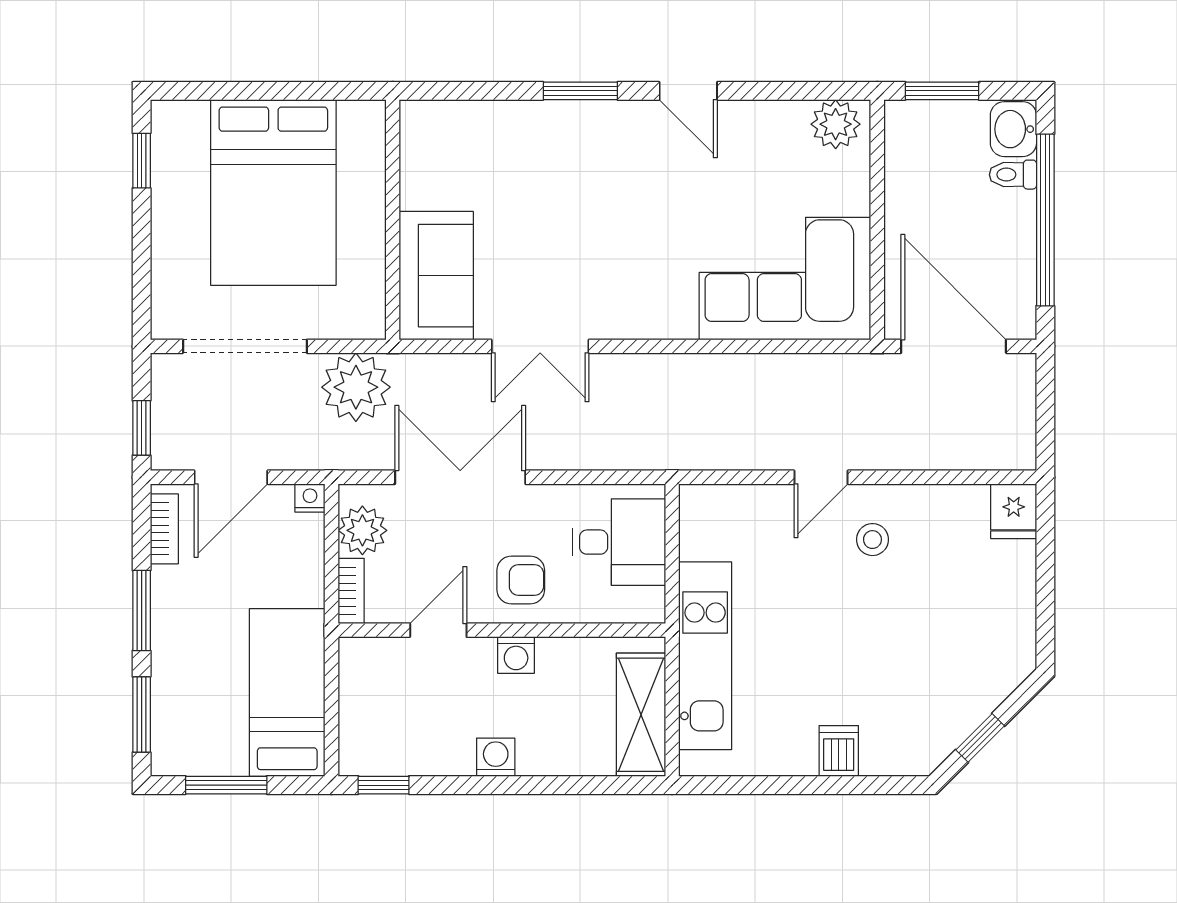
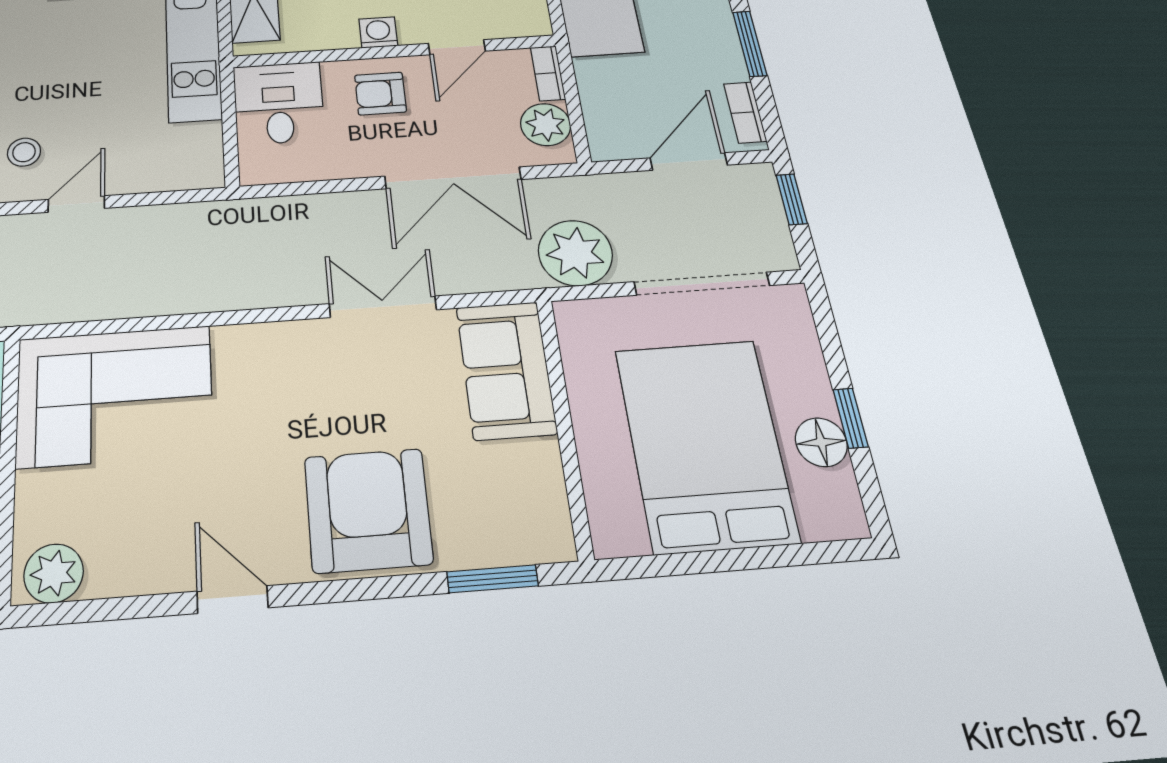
window: (580, 91) -> (492, 579), moved
armchair: (570, 157) -> (368, 510), added
window: (142, 161) -> (851, 418), moved
floor lamp: (173, 186) -> (821, 442), added
nightstand: (310, 498) -> (604, 149), removed
desk: (619, 542) -> (279, 103), moved, turned 90

